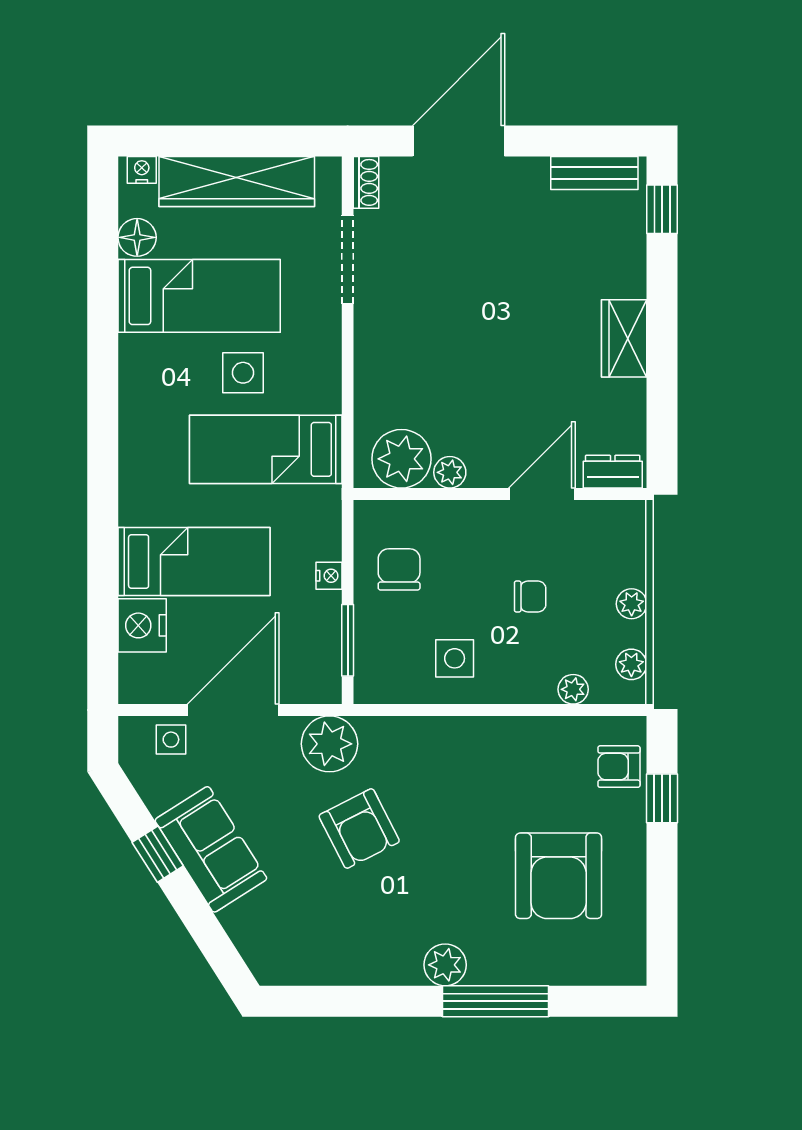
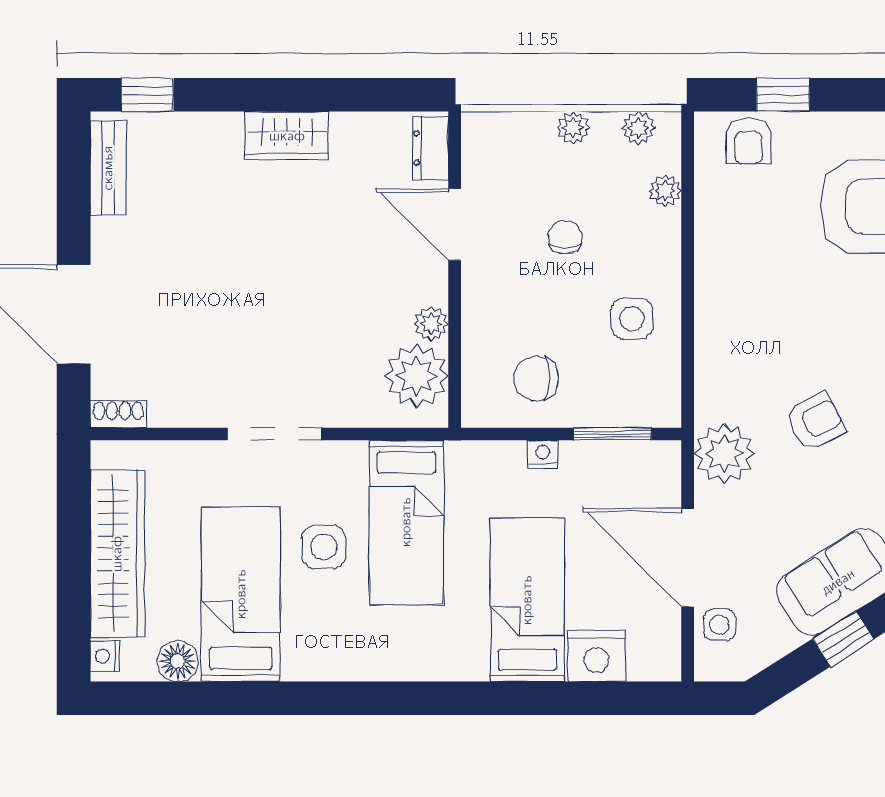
doorway: (348, 259) -> (275, 434), moved
armchair: (359, 829) -> (815, 422), width x0.72, depth x0.72

